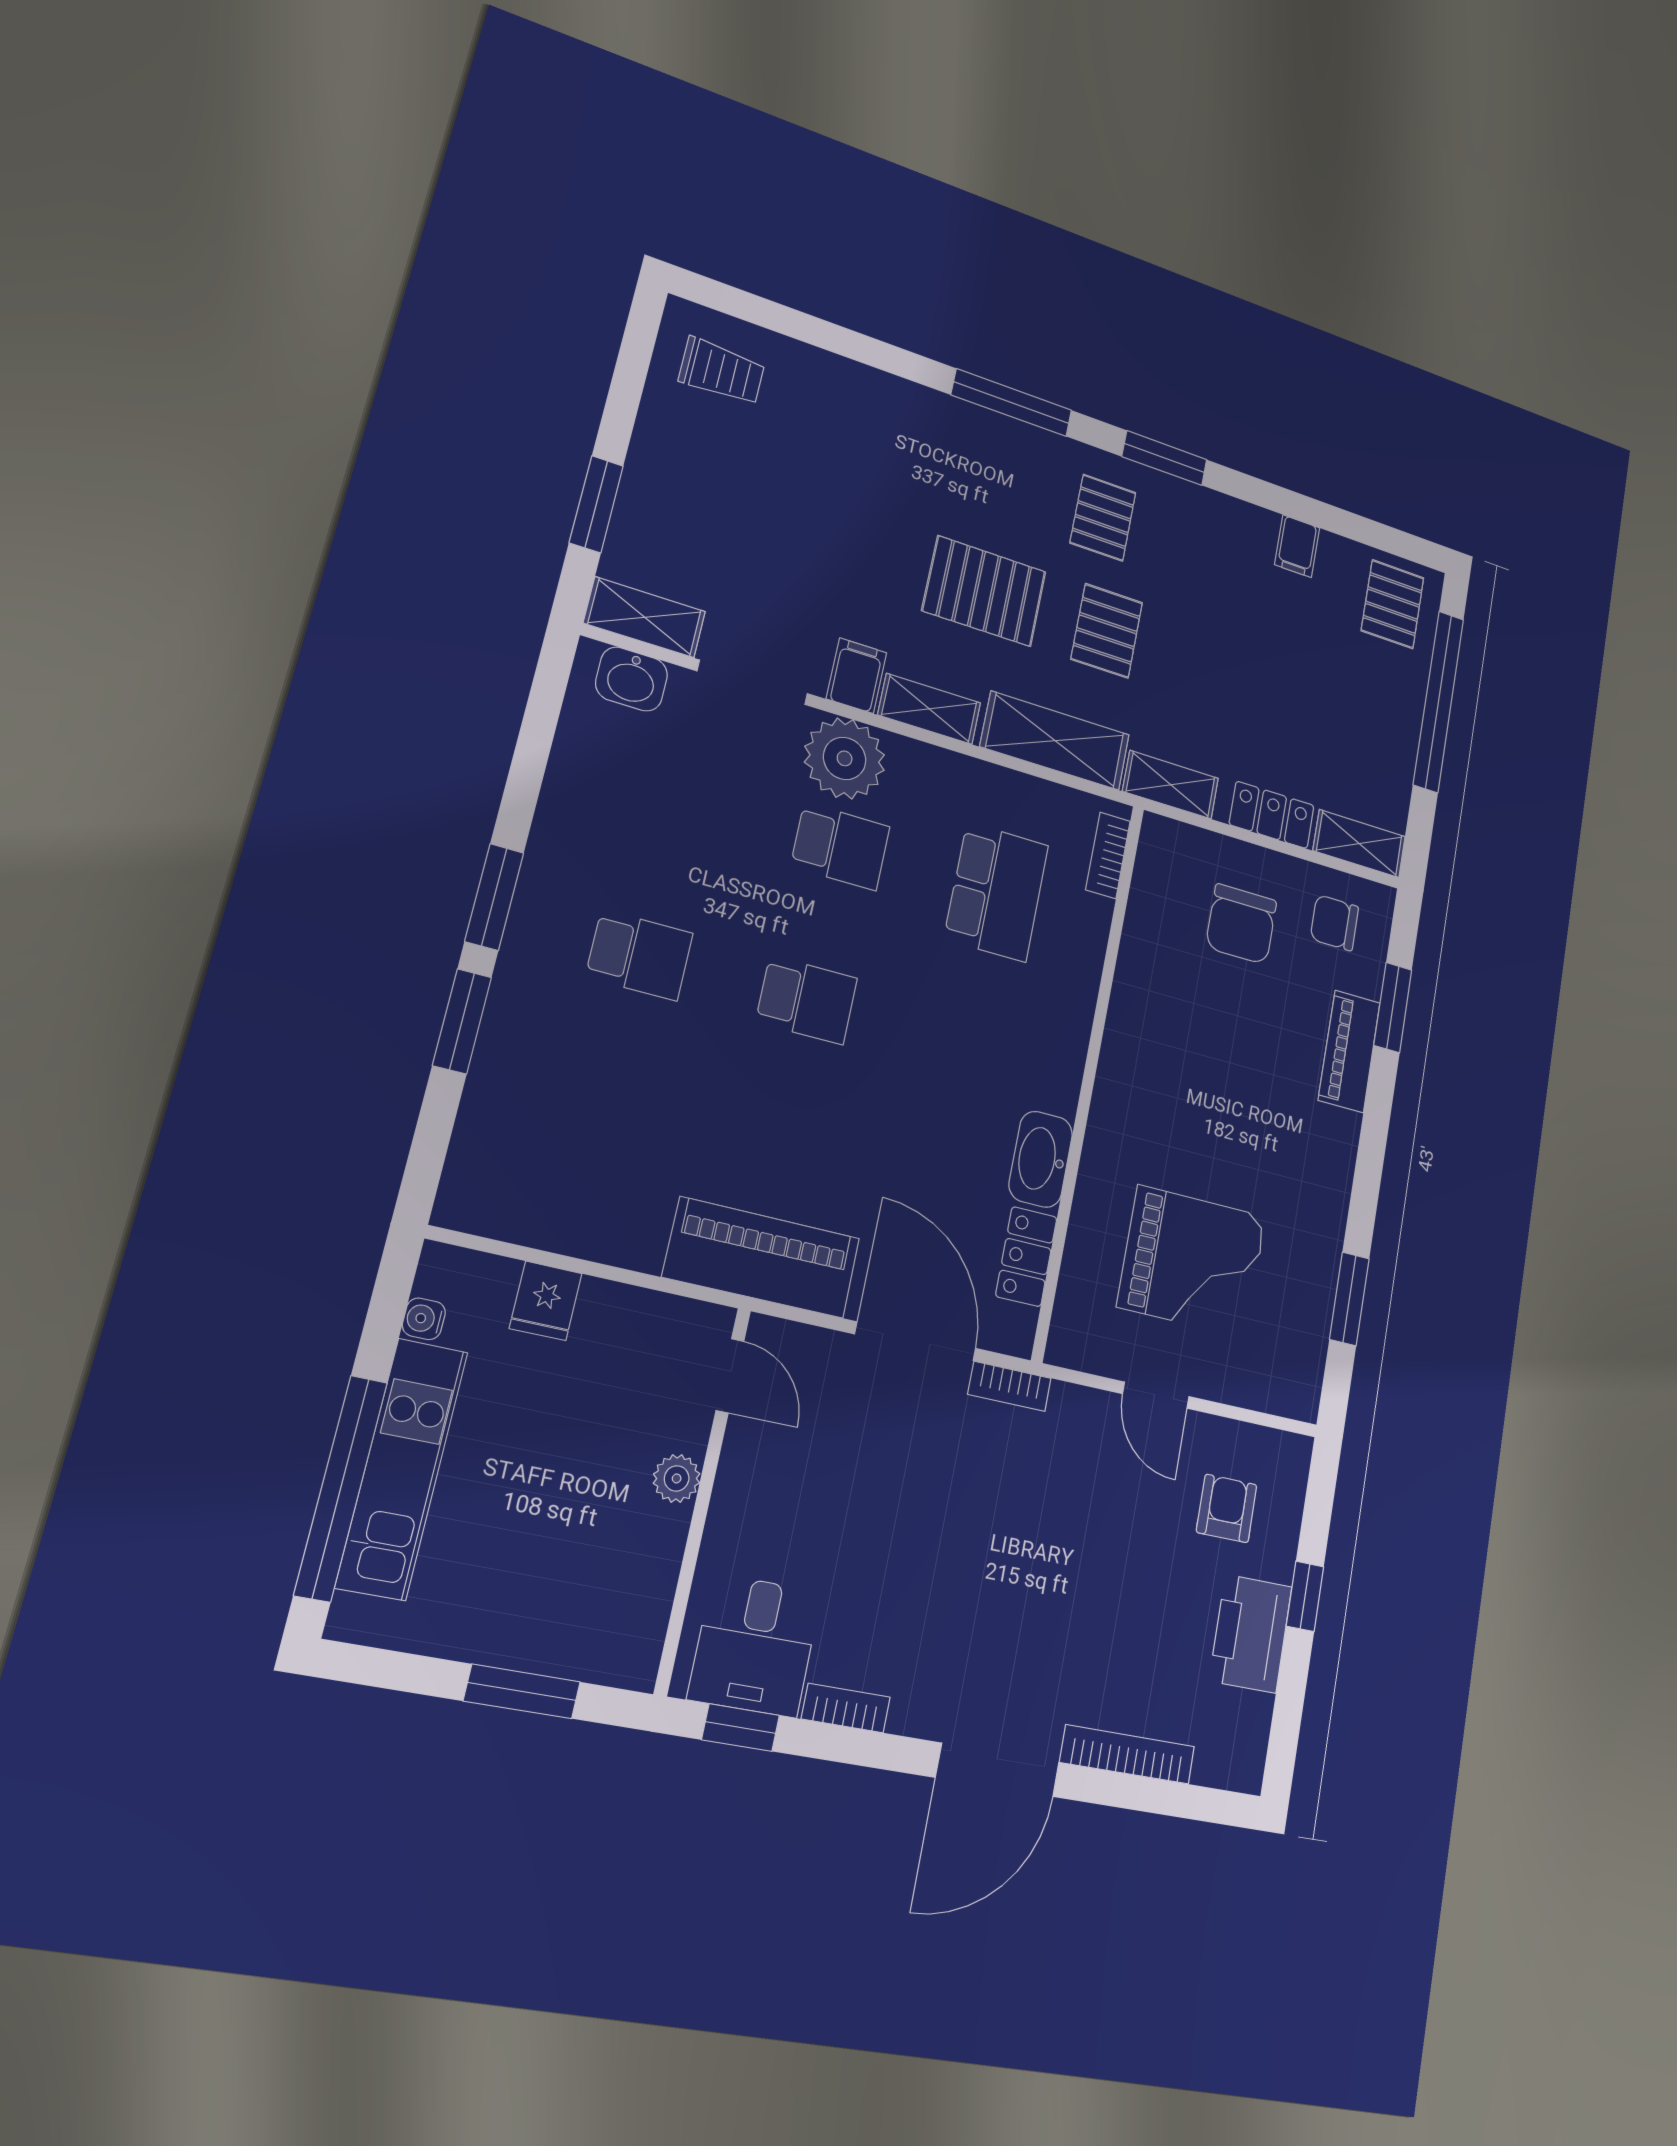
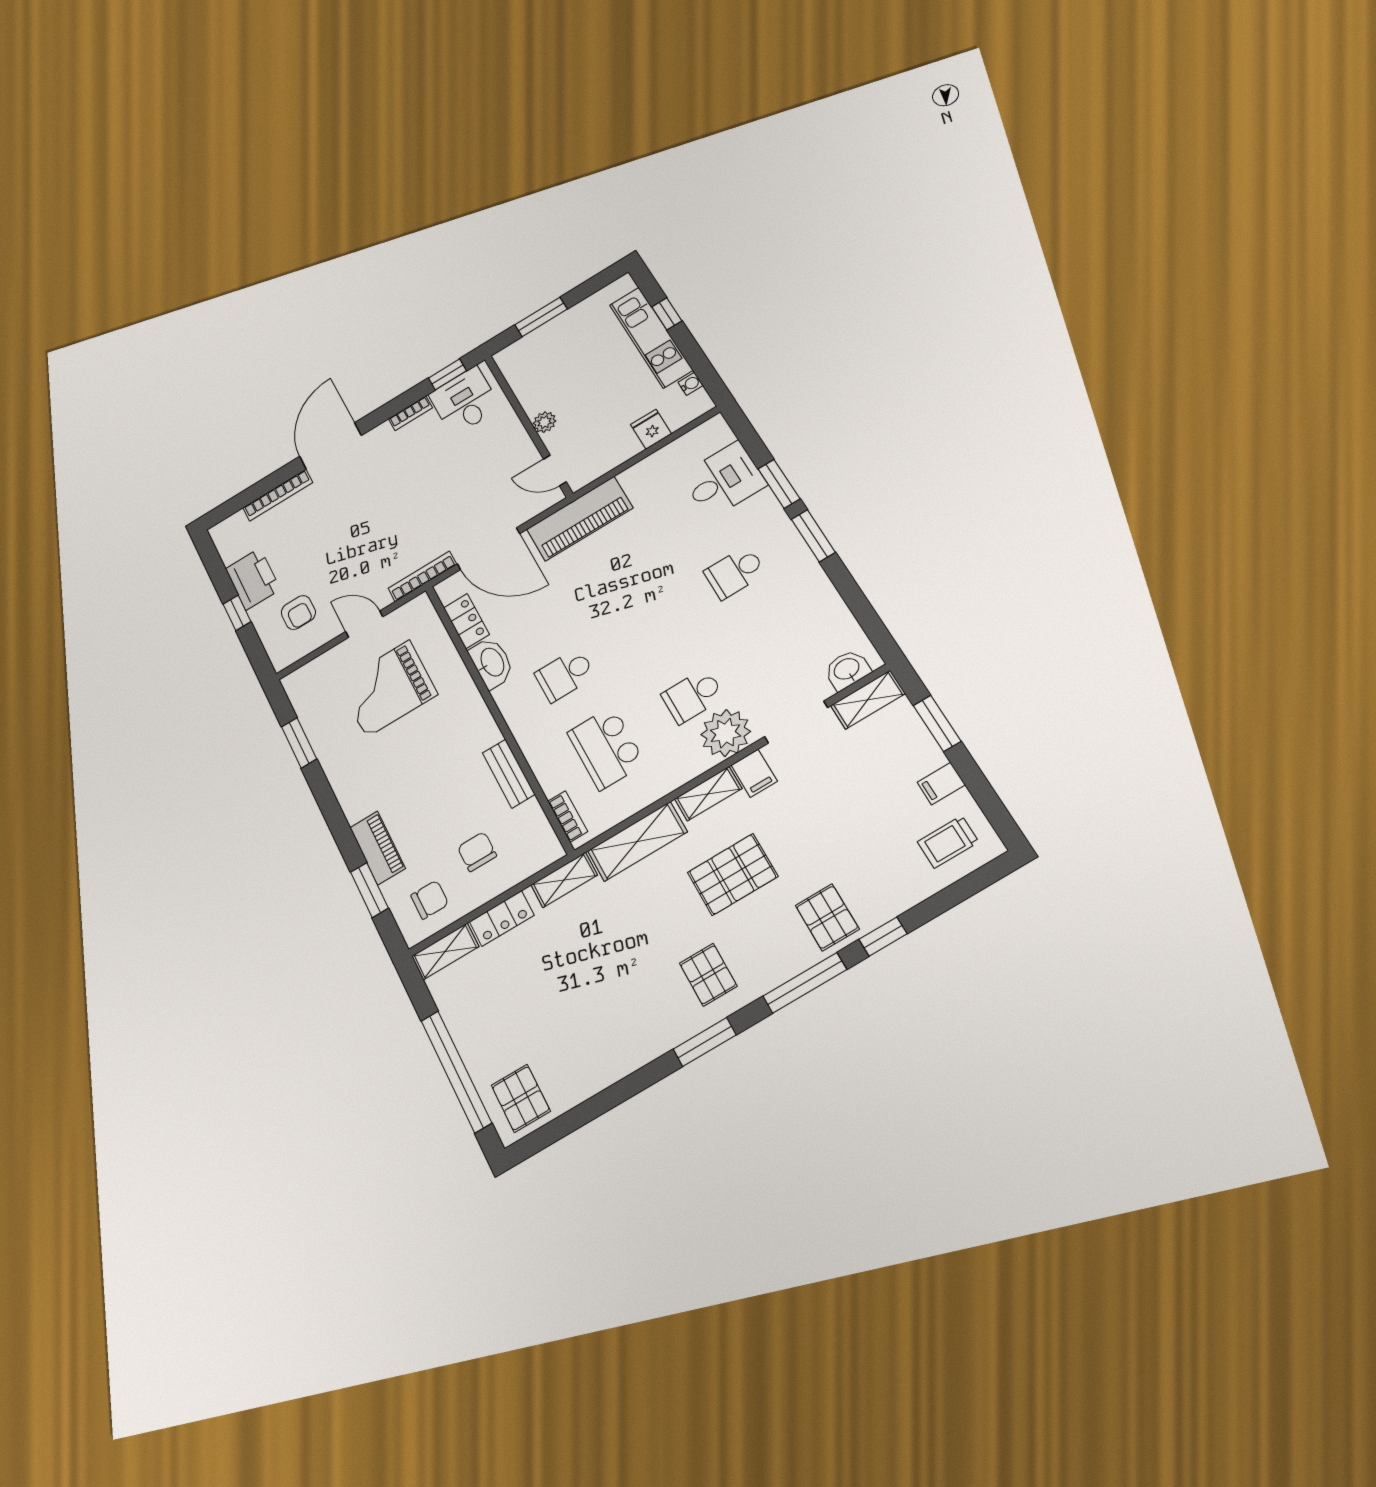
window: (888, 358) -> (883, 937), added
filing cabinet: (1297, 546) -> (941, 784), moved, turned -90
pallet: (1107, 631) -> (827, 917), moved
chair: (1241, 924) -> (477, 852), width x0.73, depth x0.73
bench: (1133, 983) -> (509, 774), added
school desk: (807, 1000) -> (565, 675), moved
desk: (526, 1108) -> (724, 480), added
bookcase: (1010, 1386) -> (422, 576), width x1.56
window: (341, 1488) -> (667, 314), width x0.32

